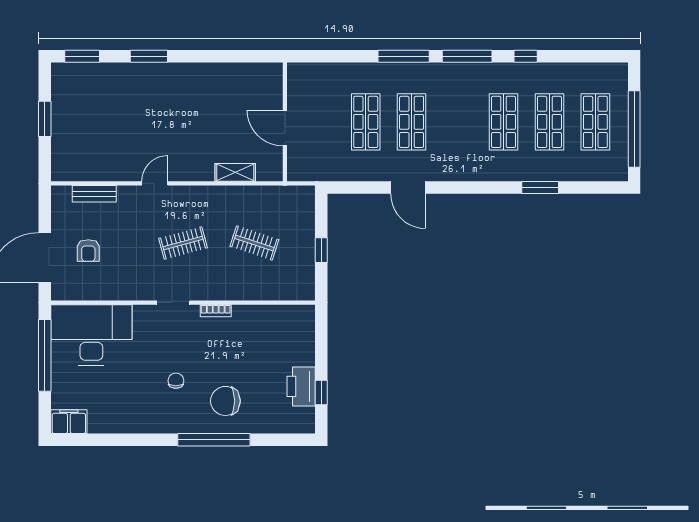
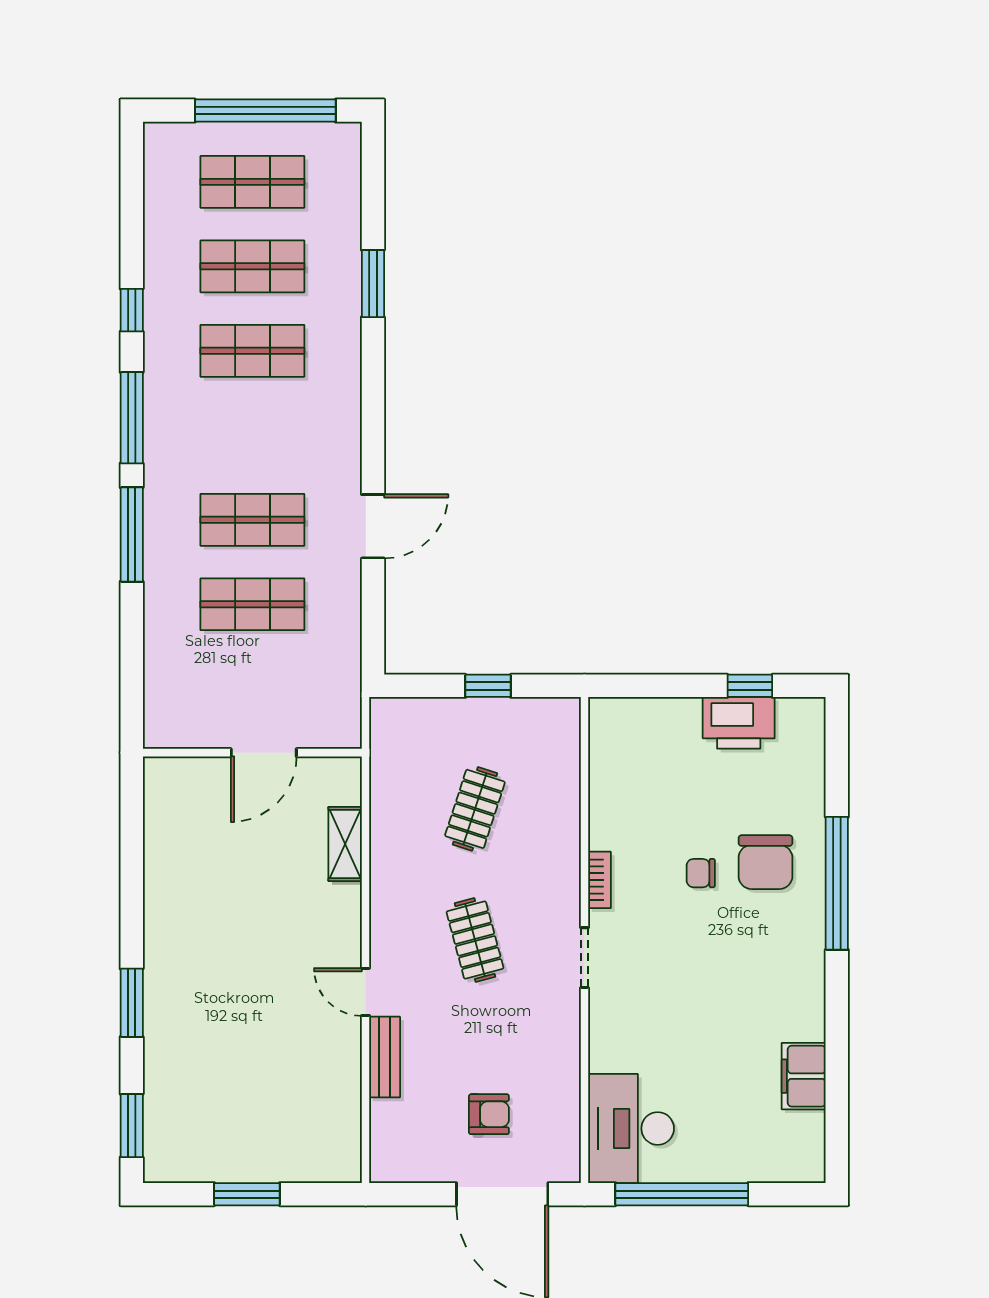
bench: (94, 194) -> (385, 1057), moved
desk: (91, 335) -> (631, 1128), width x0.73, depth x0.77
chair: (176, 381) -> (701, 873), moved
filing cabinet: (69, 422) -> (804, 1076), moved

